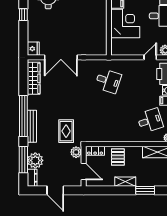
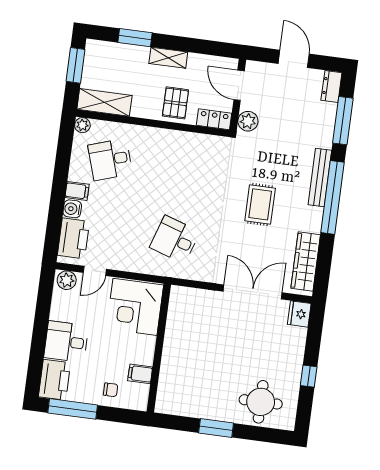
corner desk: (125, 23) -> (135, 307), moved
rug: (66, 131) -> (260, 204), moved
plant: (35, 160) -> (322, 116), removed

